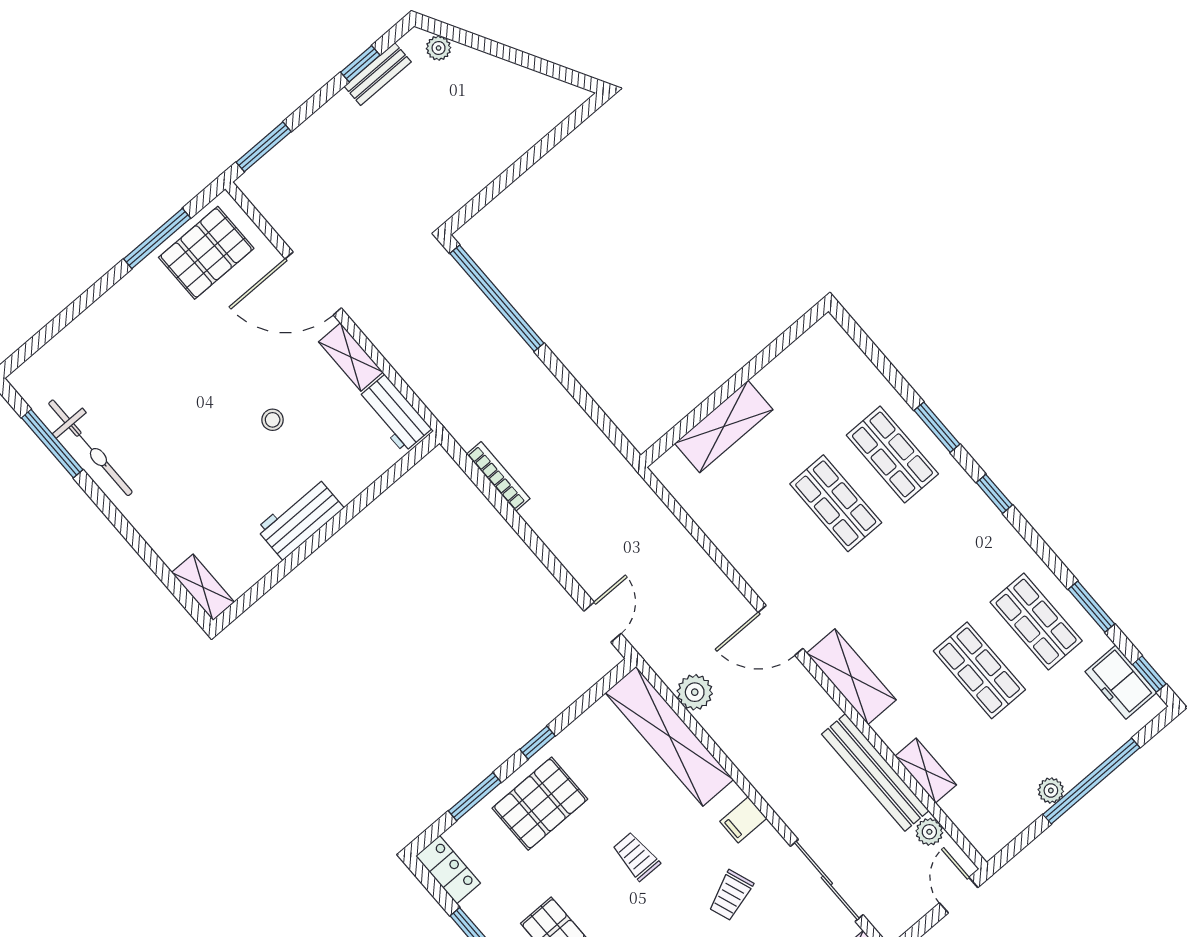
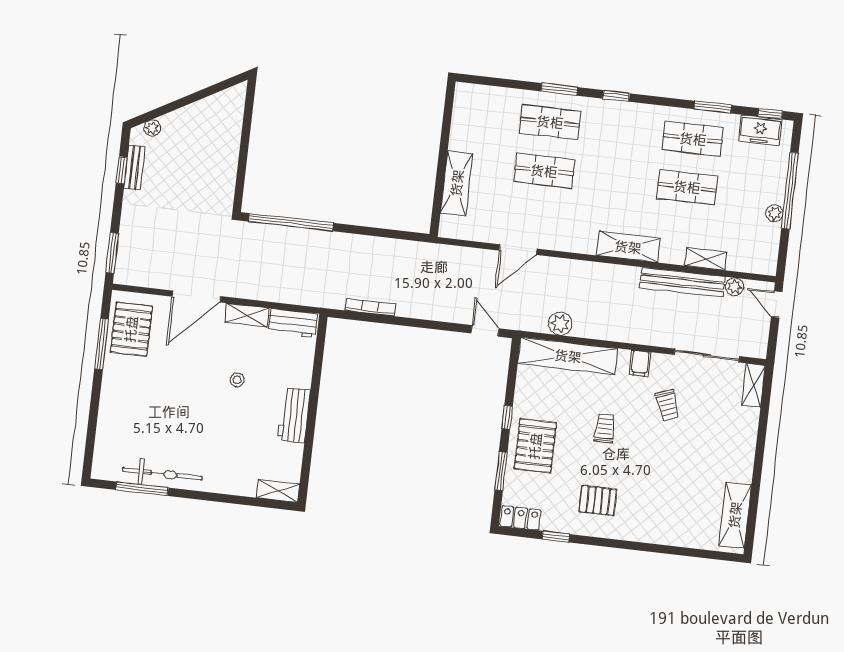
door: (781, 630) -> (518, 250), moved
trolley: (636, 856) -> (605, 428), turned 90

